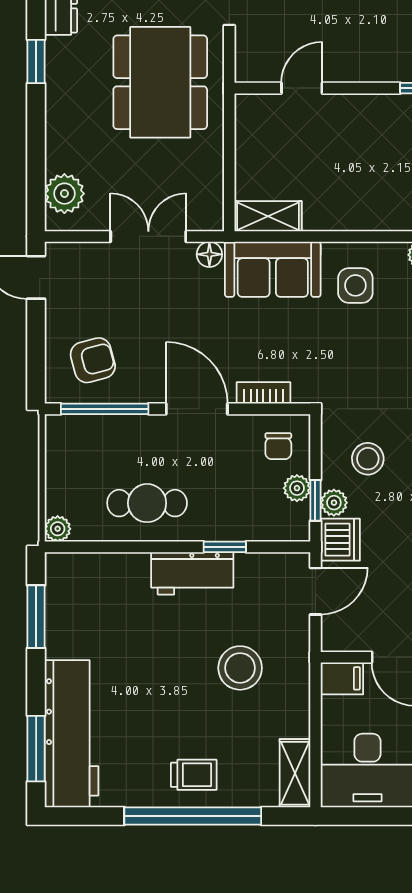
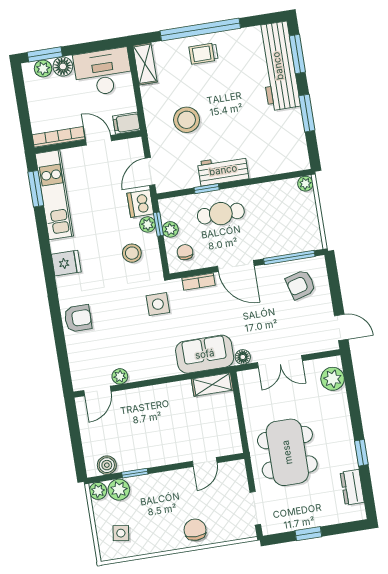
side table: (355, 285) -> (158, 304), moved
cafe table: (147, 503) -> (221, 214), moved
window: (36, 617) -> (307, 113), moved

